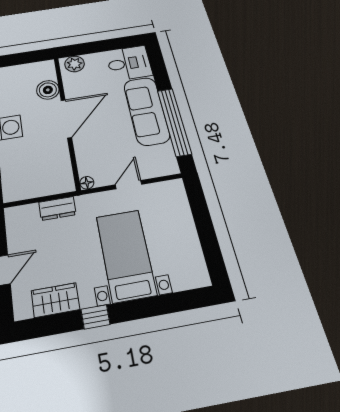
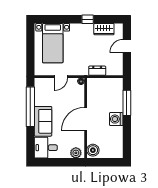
boiler: (48, 90) -> (93, 150), moved
sofa: (147, 111) -> (43, 121), width x0.73
bed with nightstands: (126, 255) -> (53, 43), moved

